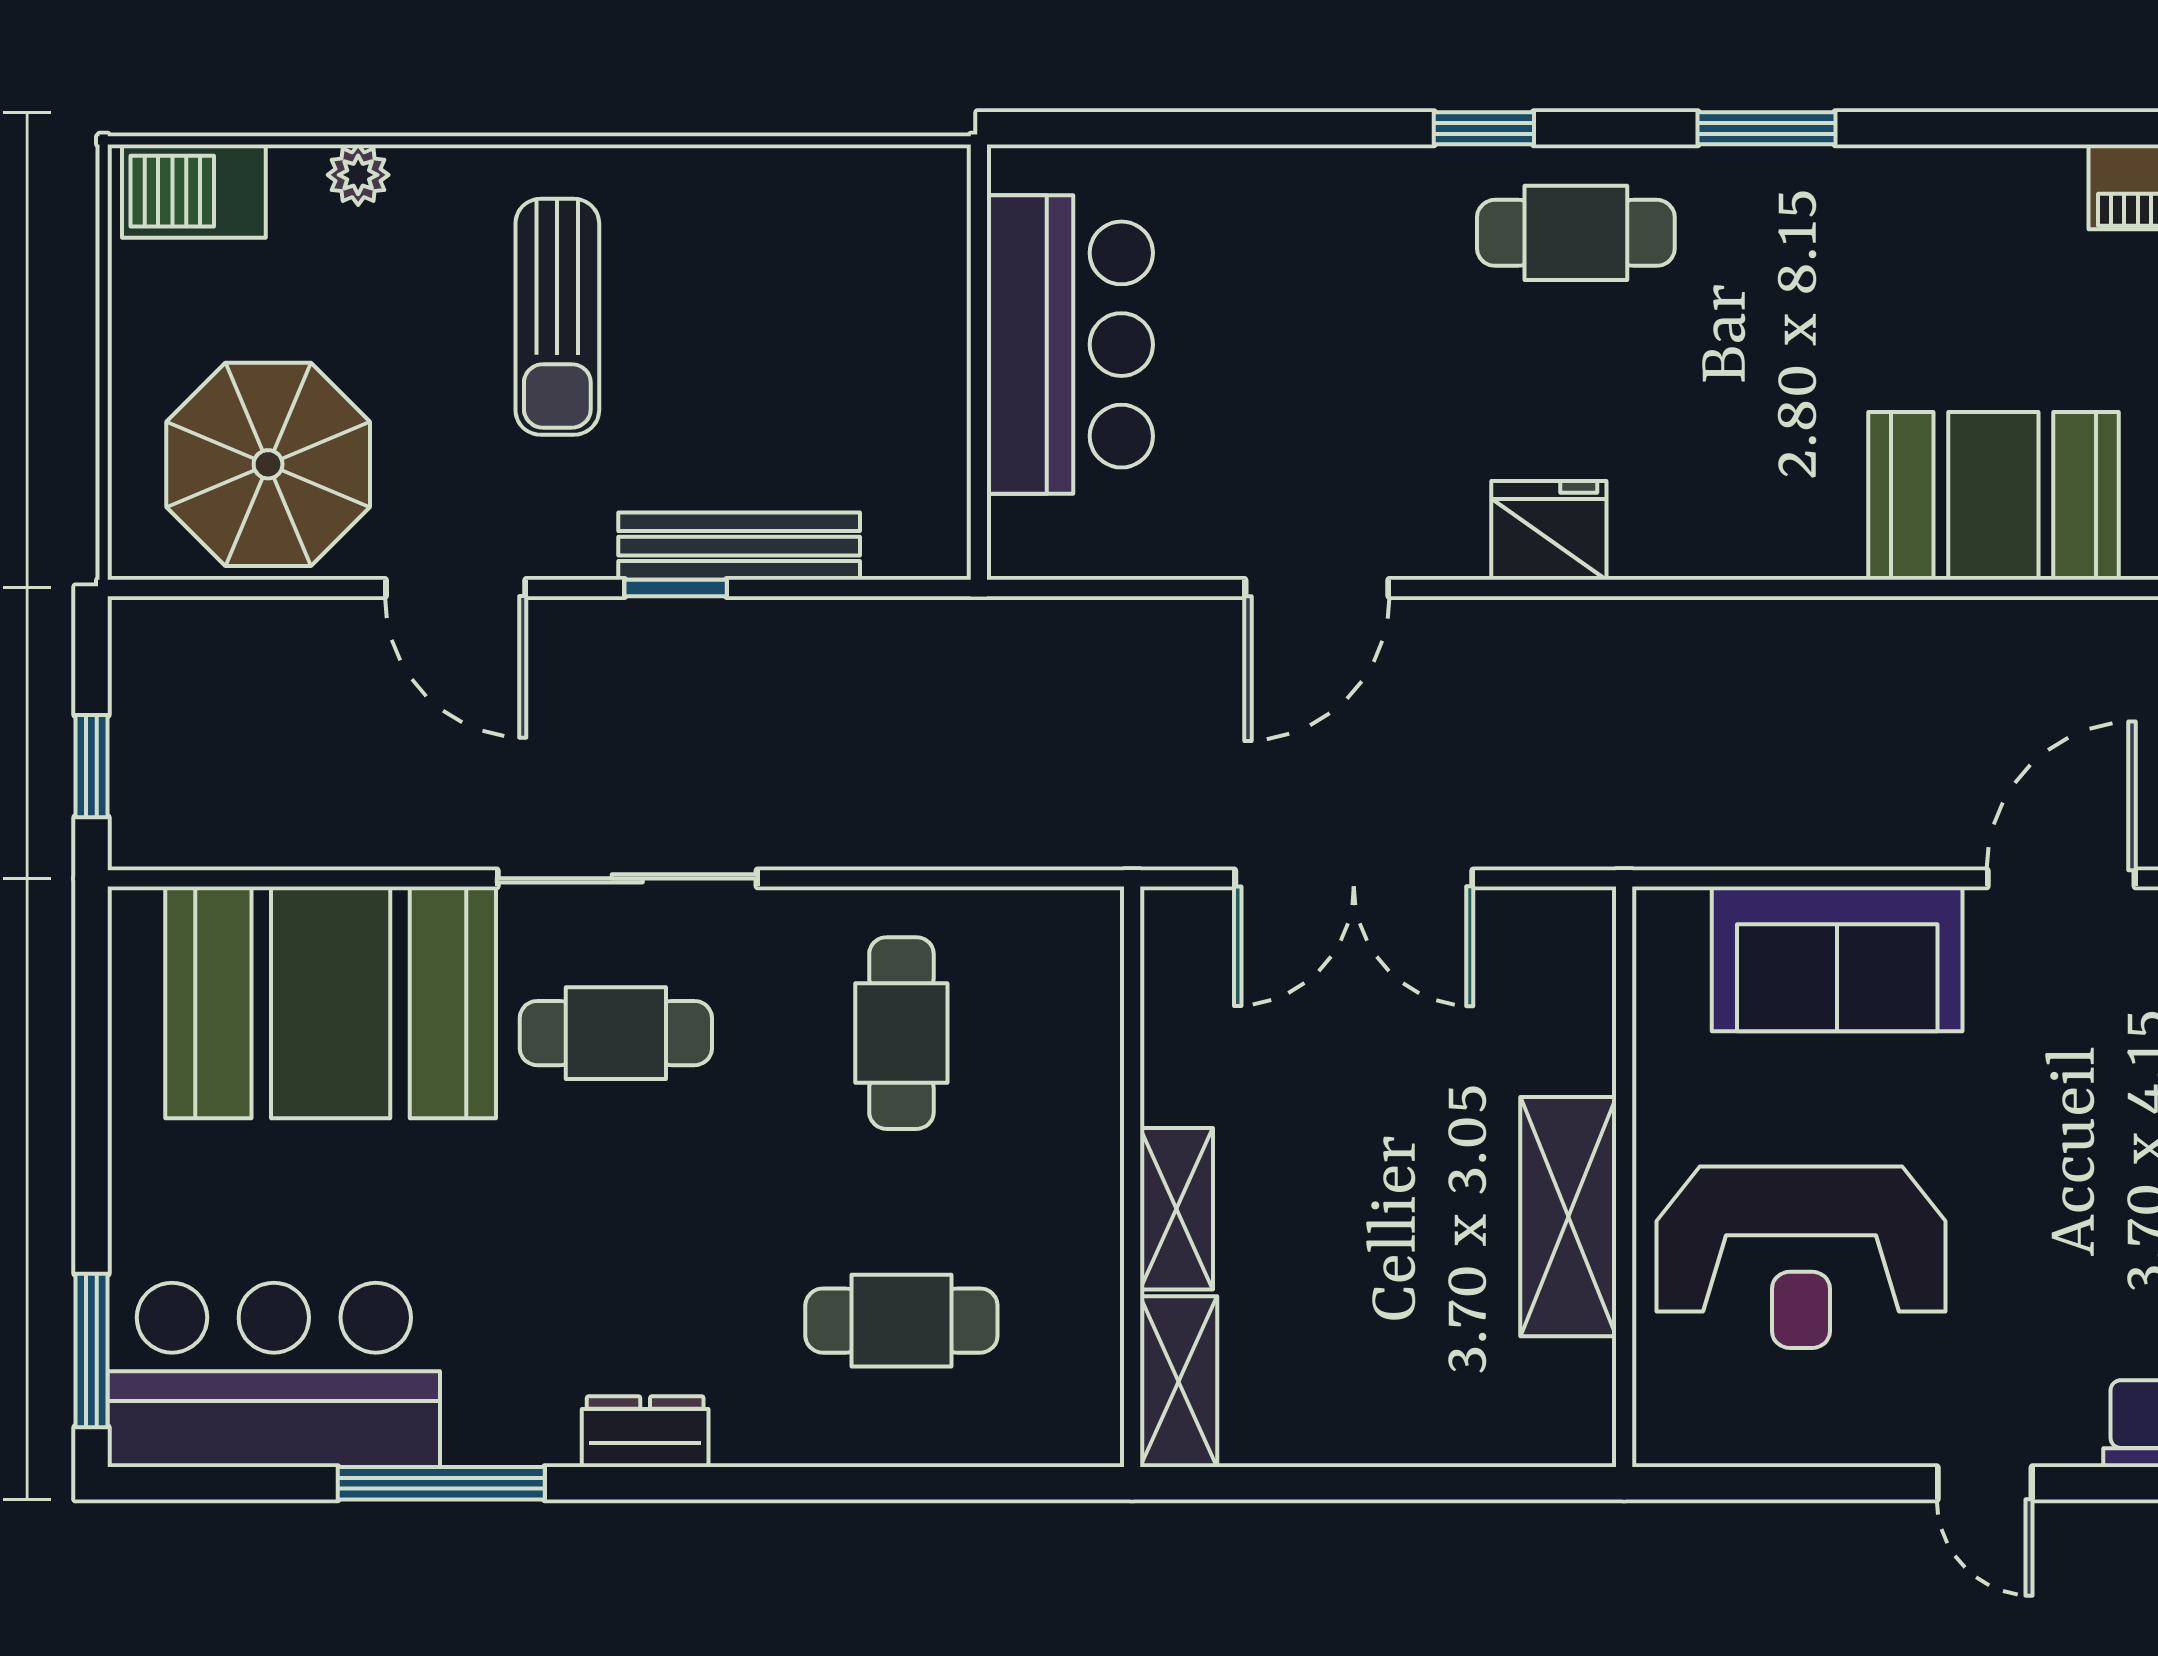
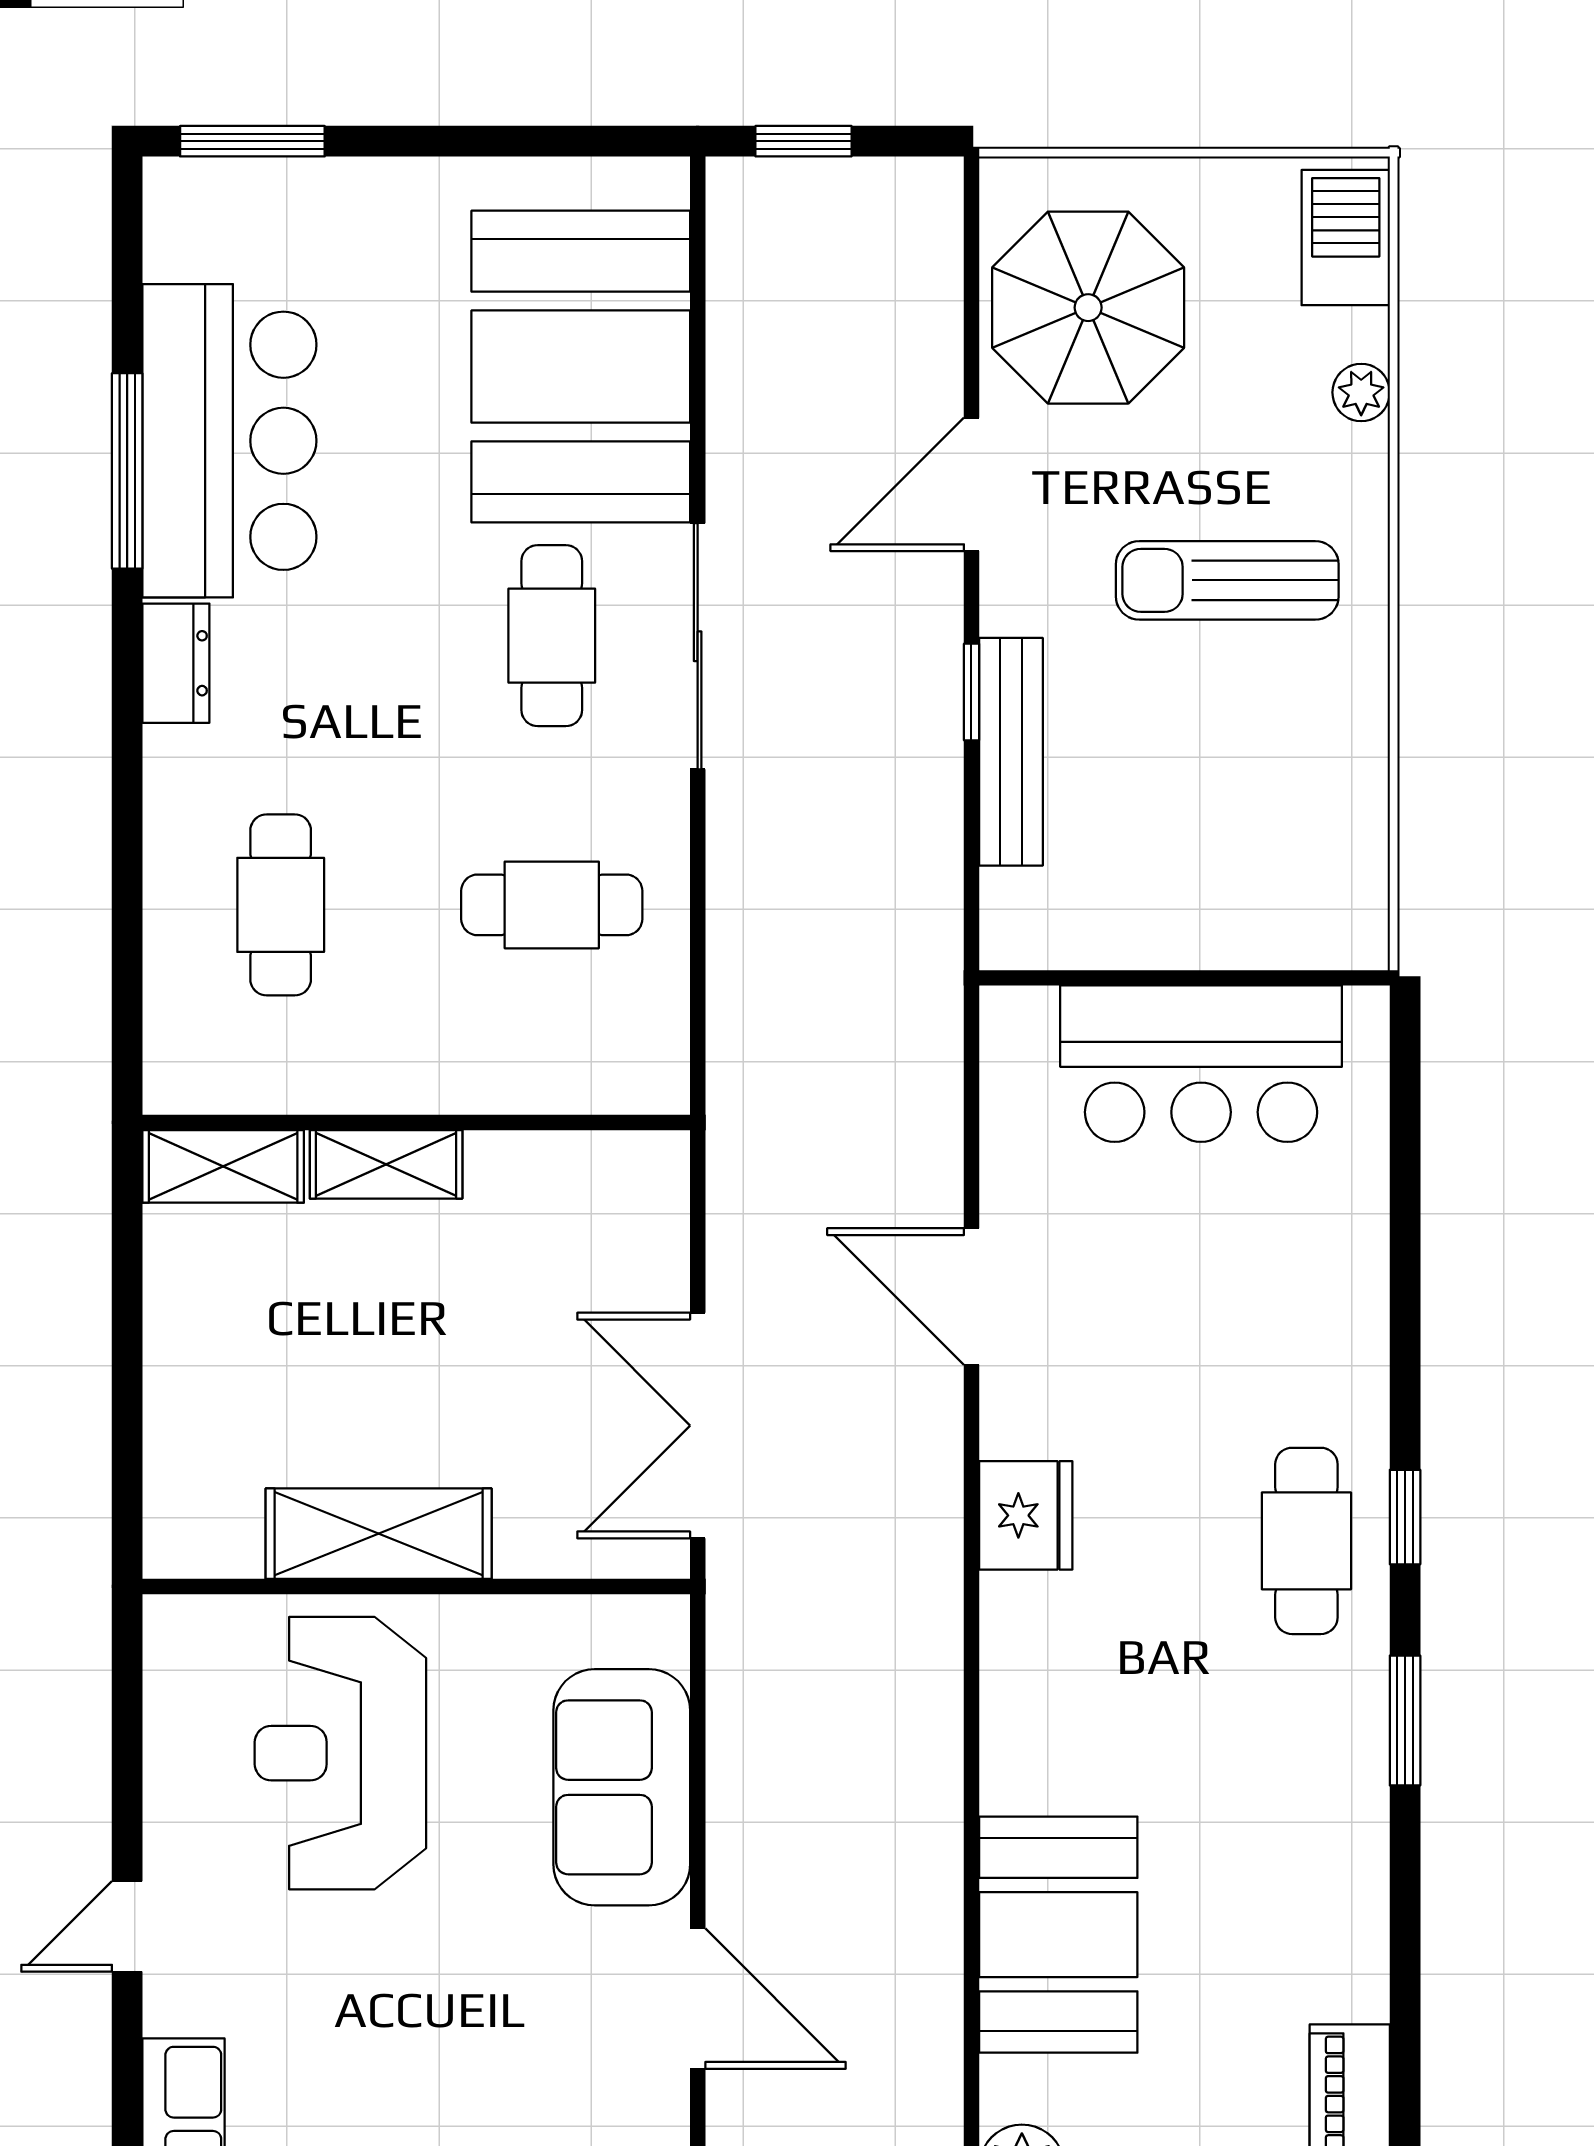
window: (1484, 128) -> (1405, 1517), moved
double door: (1354, 878) -> (698, 1426), moved
bar counter: (274, 1375) -> (229, 441), moved

